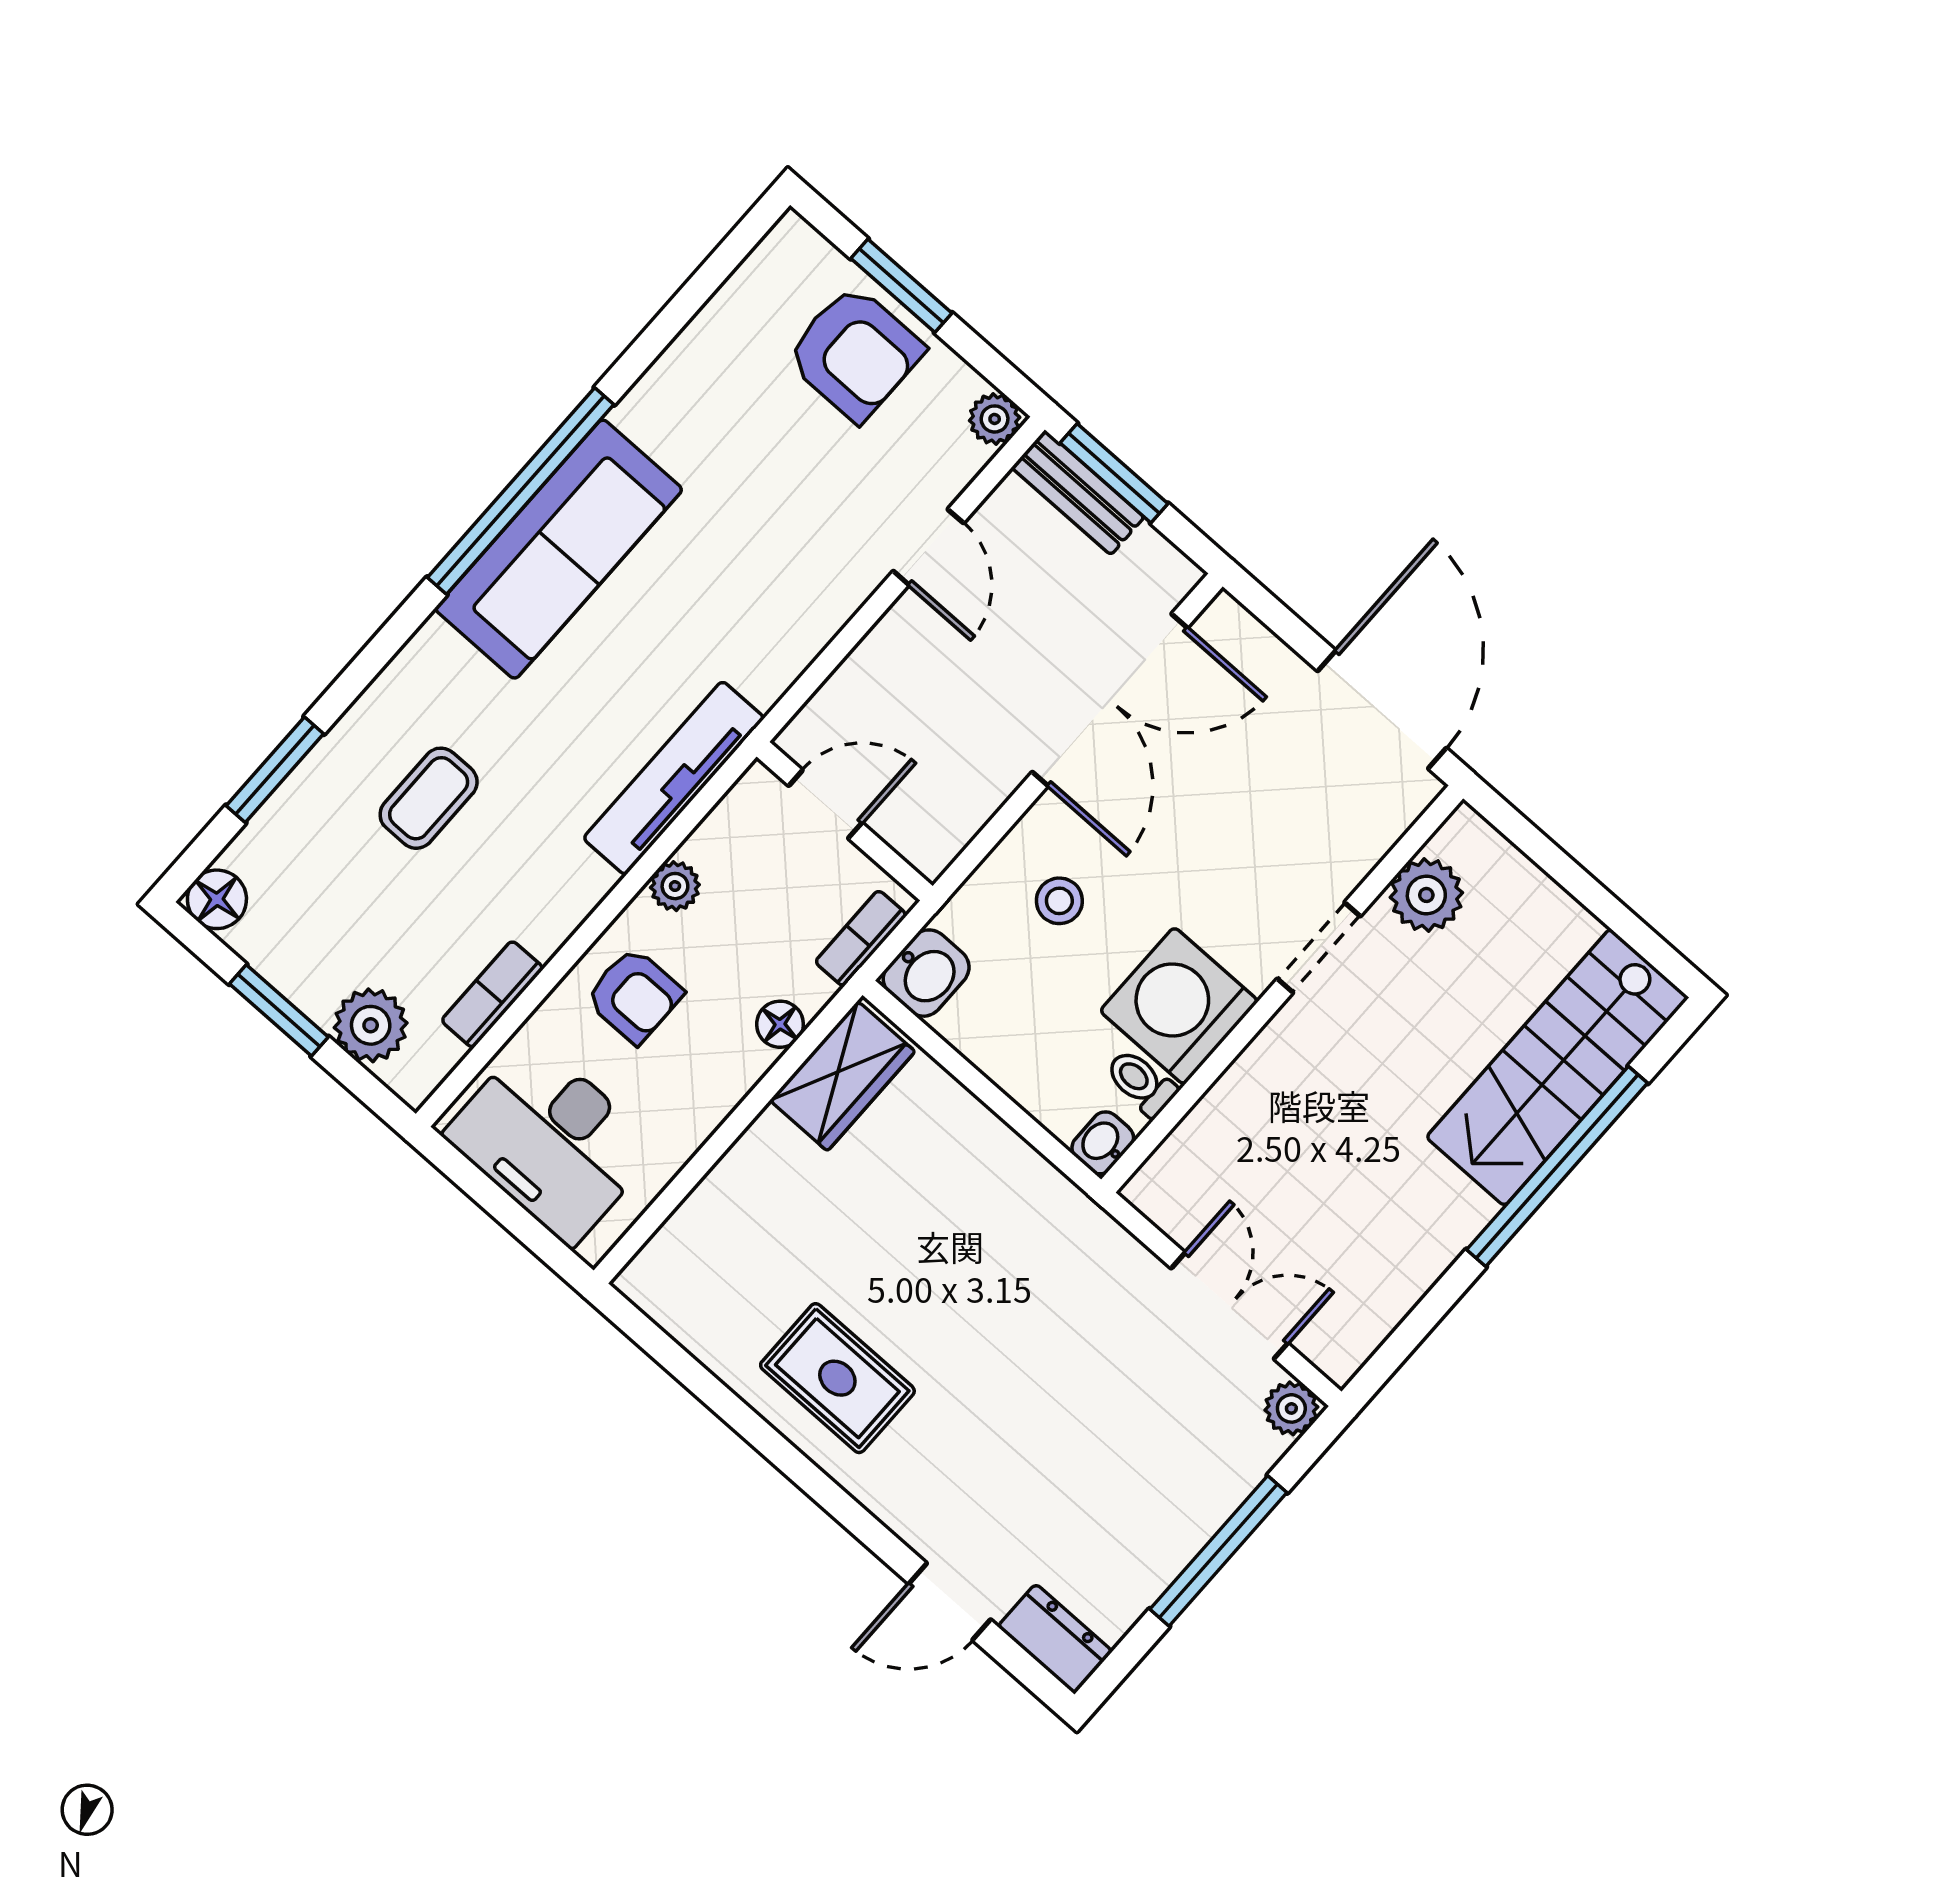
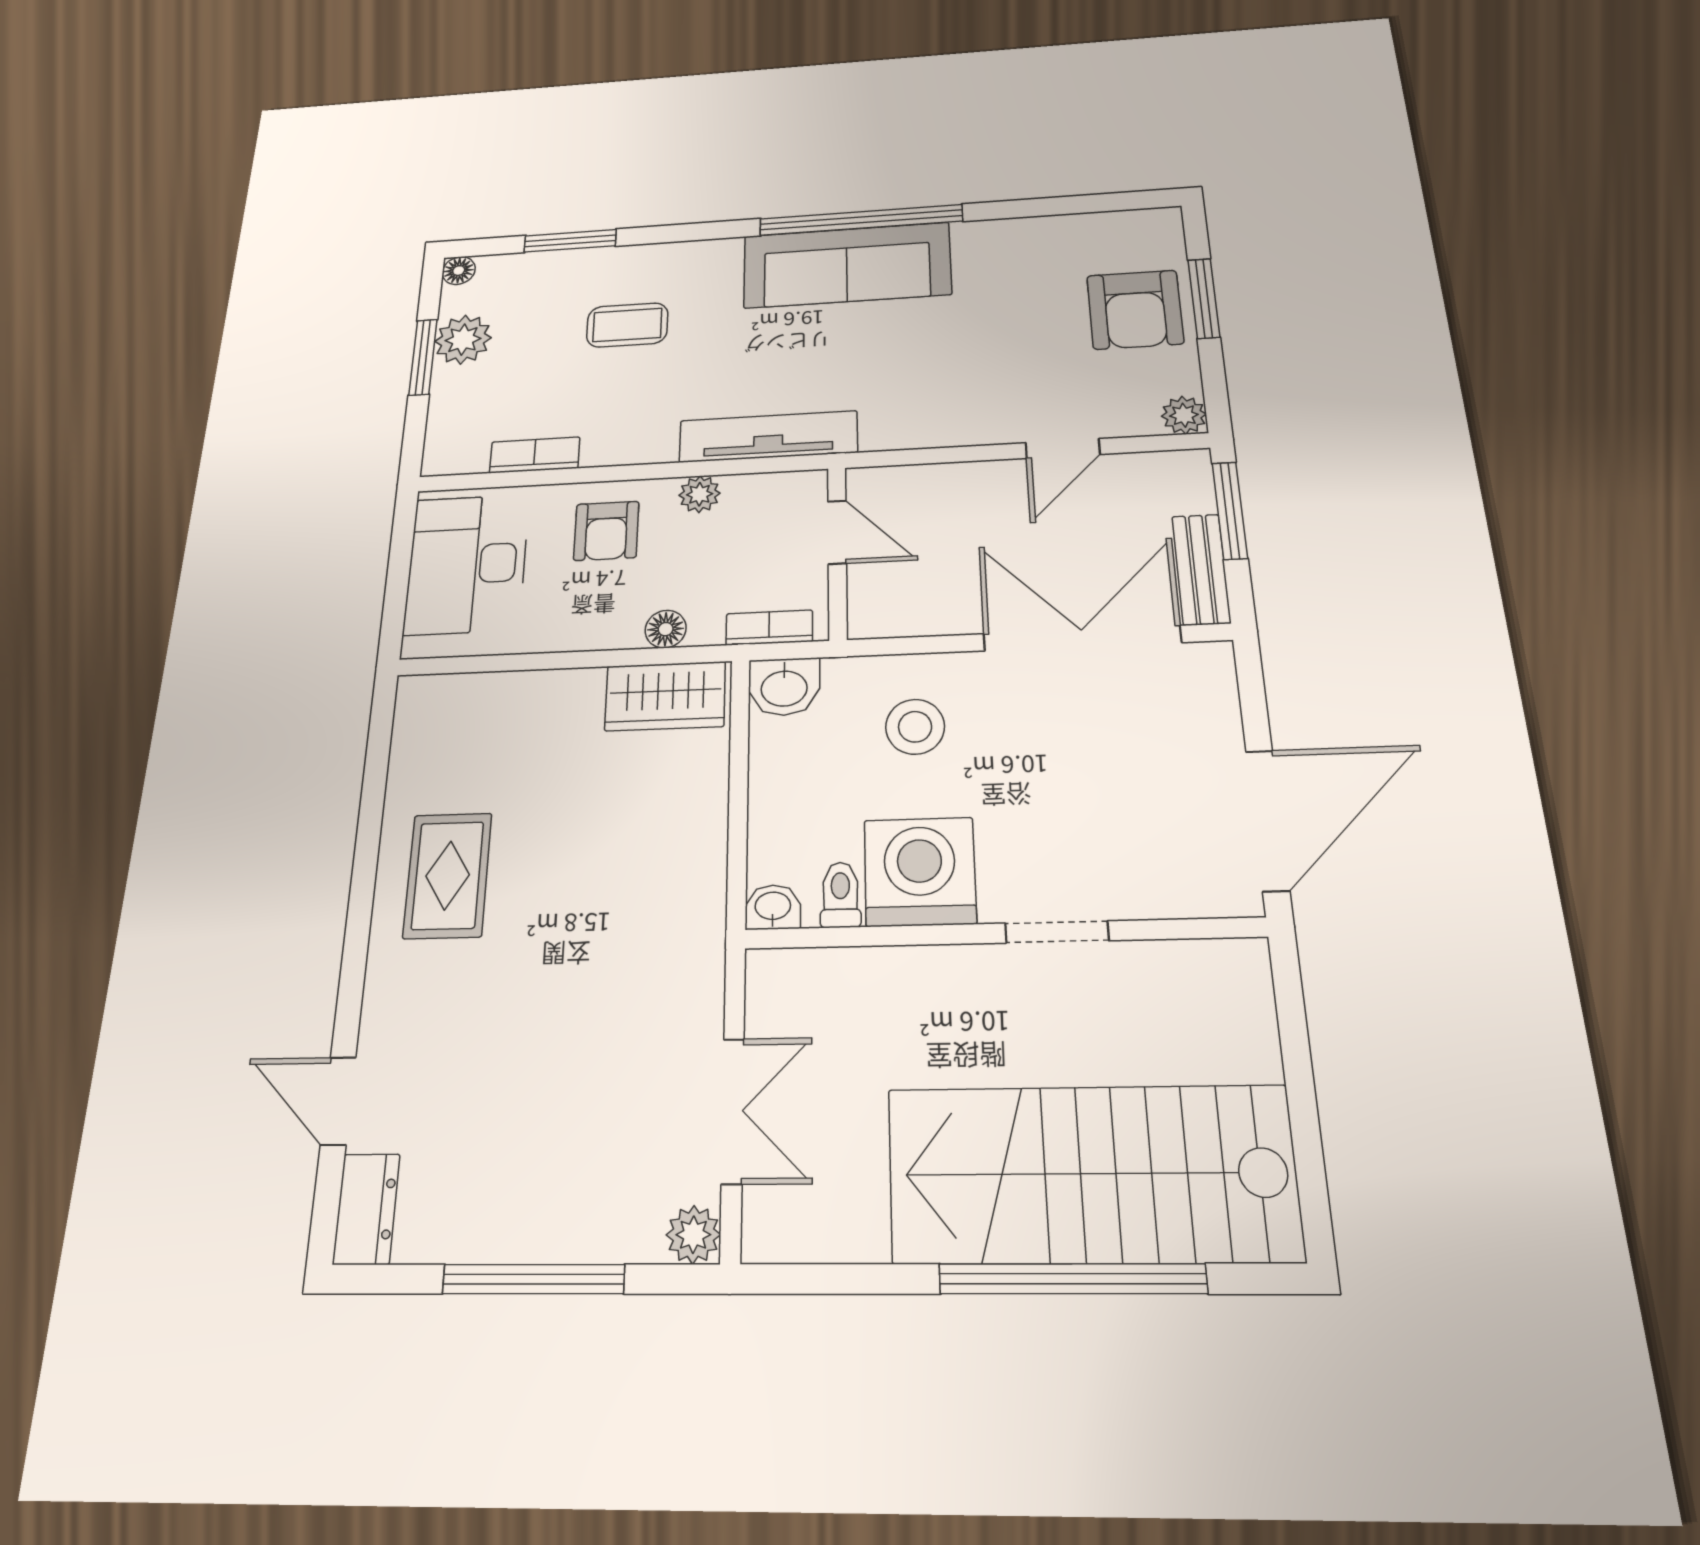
bench: (1078, 492) -> (1201, 569), moved
double door: (1110, 700) -> (1082, 638), swing flipped
plant: (1426, 895) -> (1173, 975), removed
floor lamp: (217, 899) -> (459, 271), width x0.73, depth x0.73
stool: (1059, 901) -> (915, 727), width x1.37, depth x1.37
plant: (371, 1025) -> (463, 340), moved
stairs: (1557, 1067) -> (1091, 1174), width x1.36, depth x1.51

